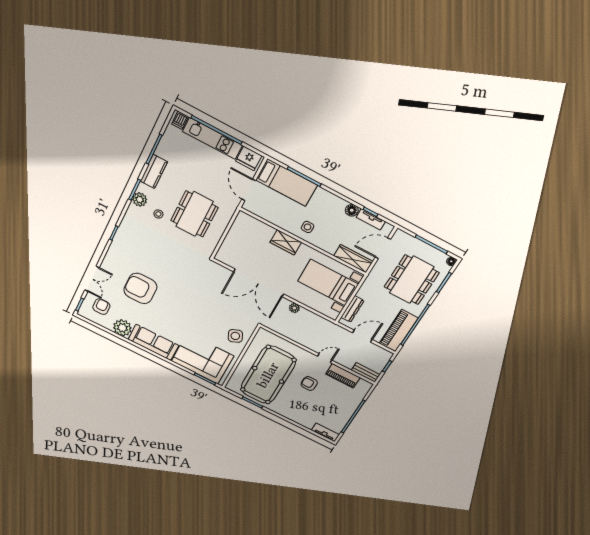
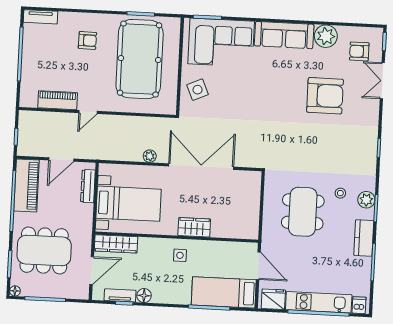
dining table: (412, 280) -> (44, 251), turned 90
armchair: (101, 307) -> (359, 51), turned 90
bench: (366, 372) -> (35, 117), removed
armchair: (309, 383) -> (87, 40), moved

